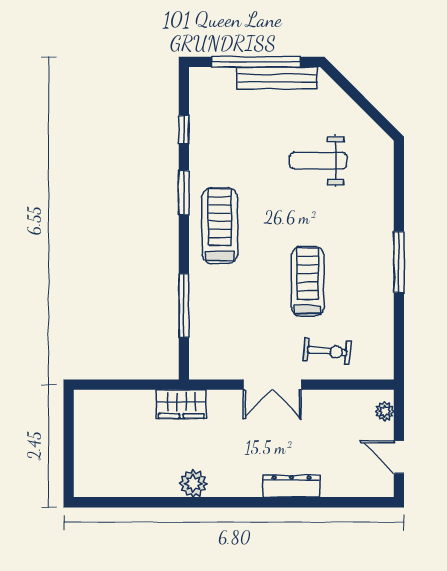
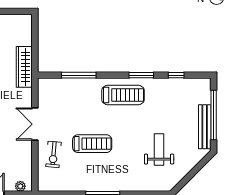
wardrobe: (181, 404) -> (24, 67), width x1.50

